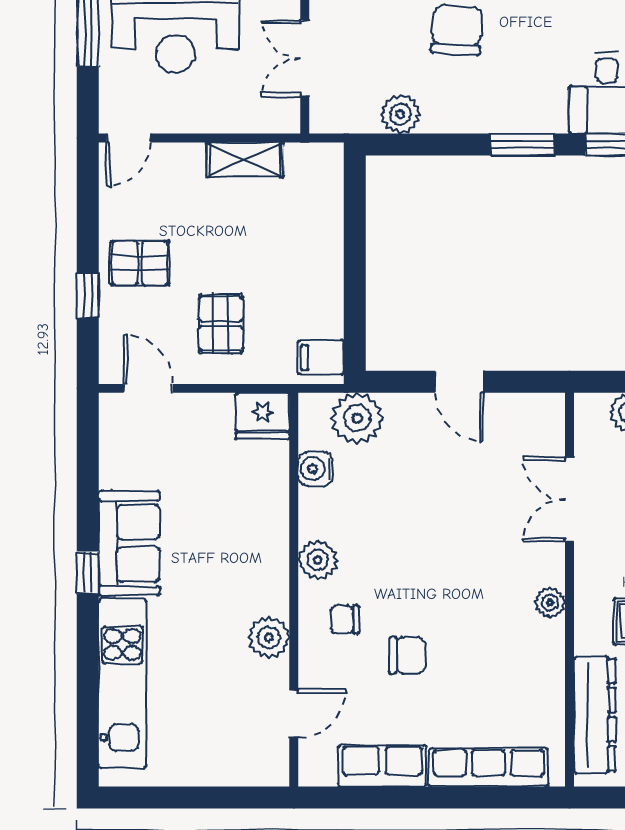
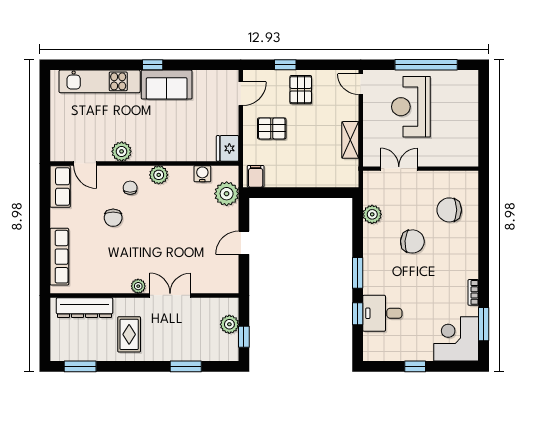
double door: (570, 500) -> (170, 295), moved
row of seats: (382, 766) -> (60, 186), moved

